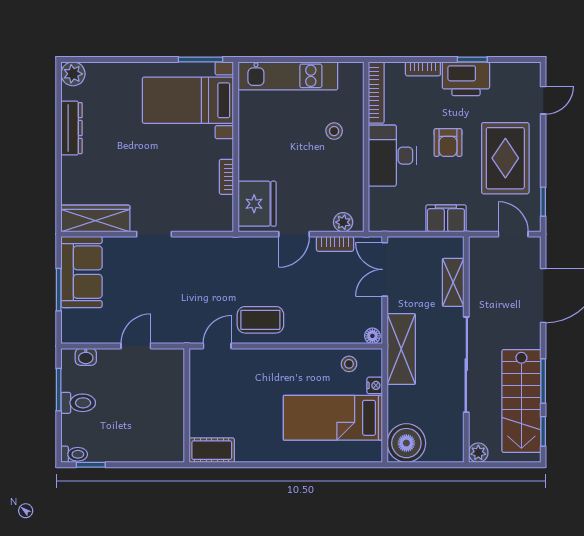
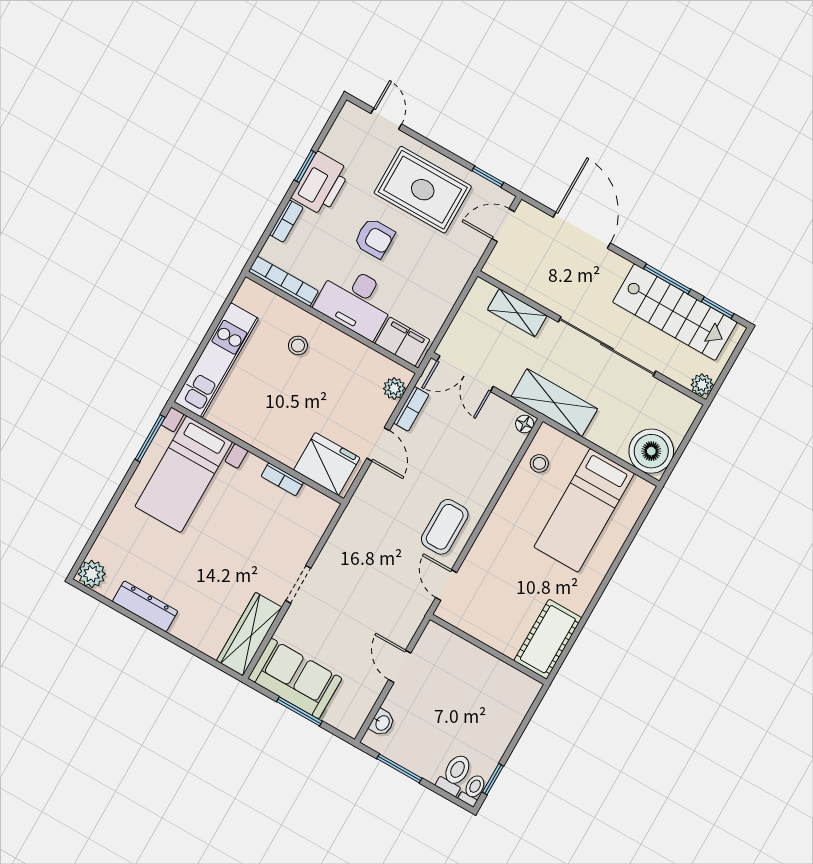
filing cabinet: (446, 218) -> (402, 342), moved, turned 90
nightstand: (375, 385) -> (576, 450), removed
toilet: (78, 403) -> (455, 774), moved
cot: (212, 450) -> (548, 639), width x1.37, depth x1.34

